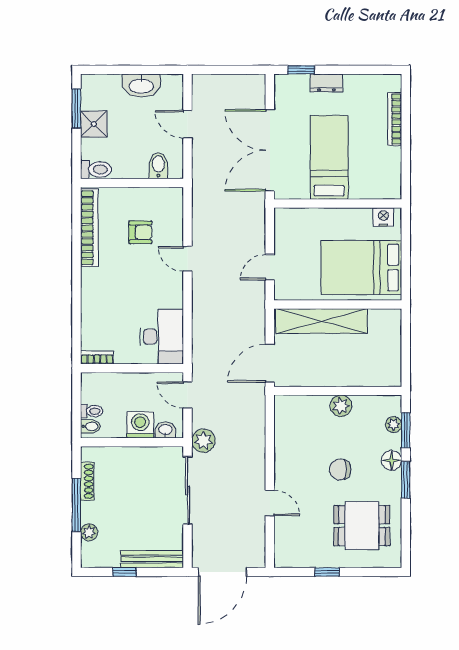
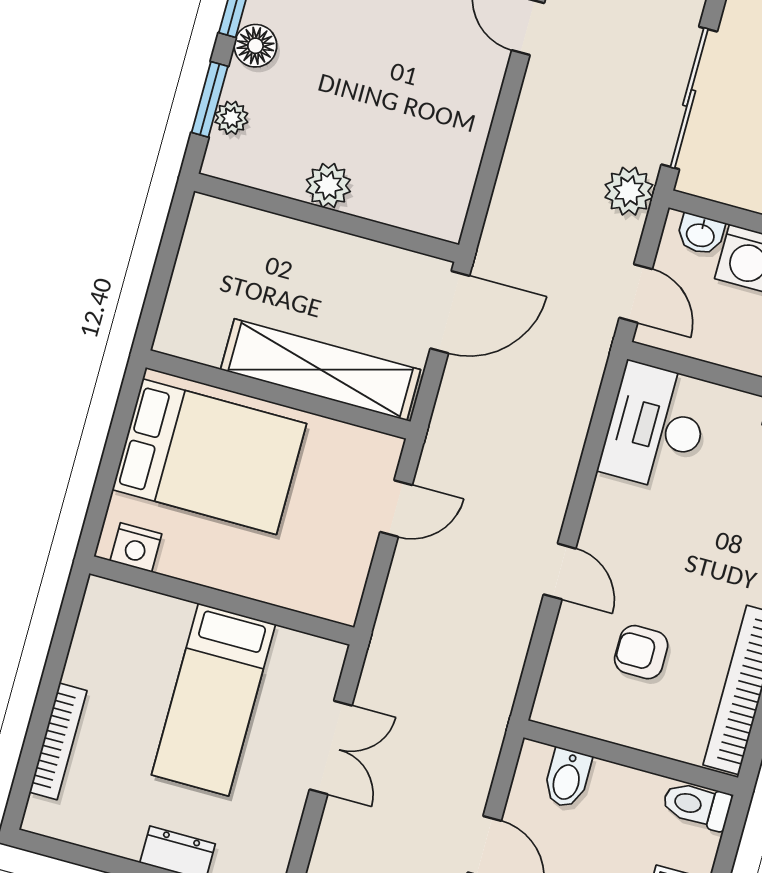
double door: (270, 150) -> (331, 747), width x0.54
chair: (340, 469) -> (366, 56), removed

